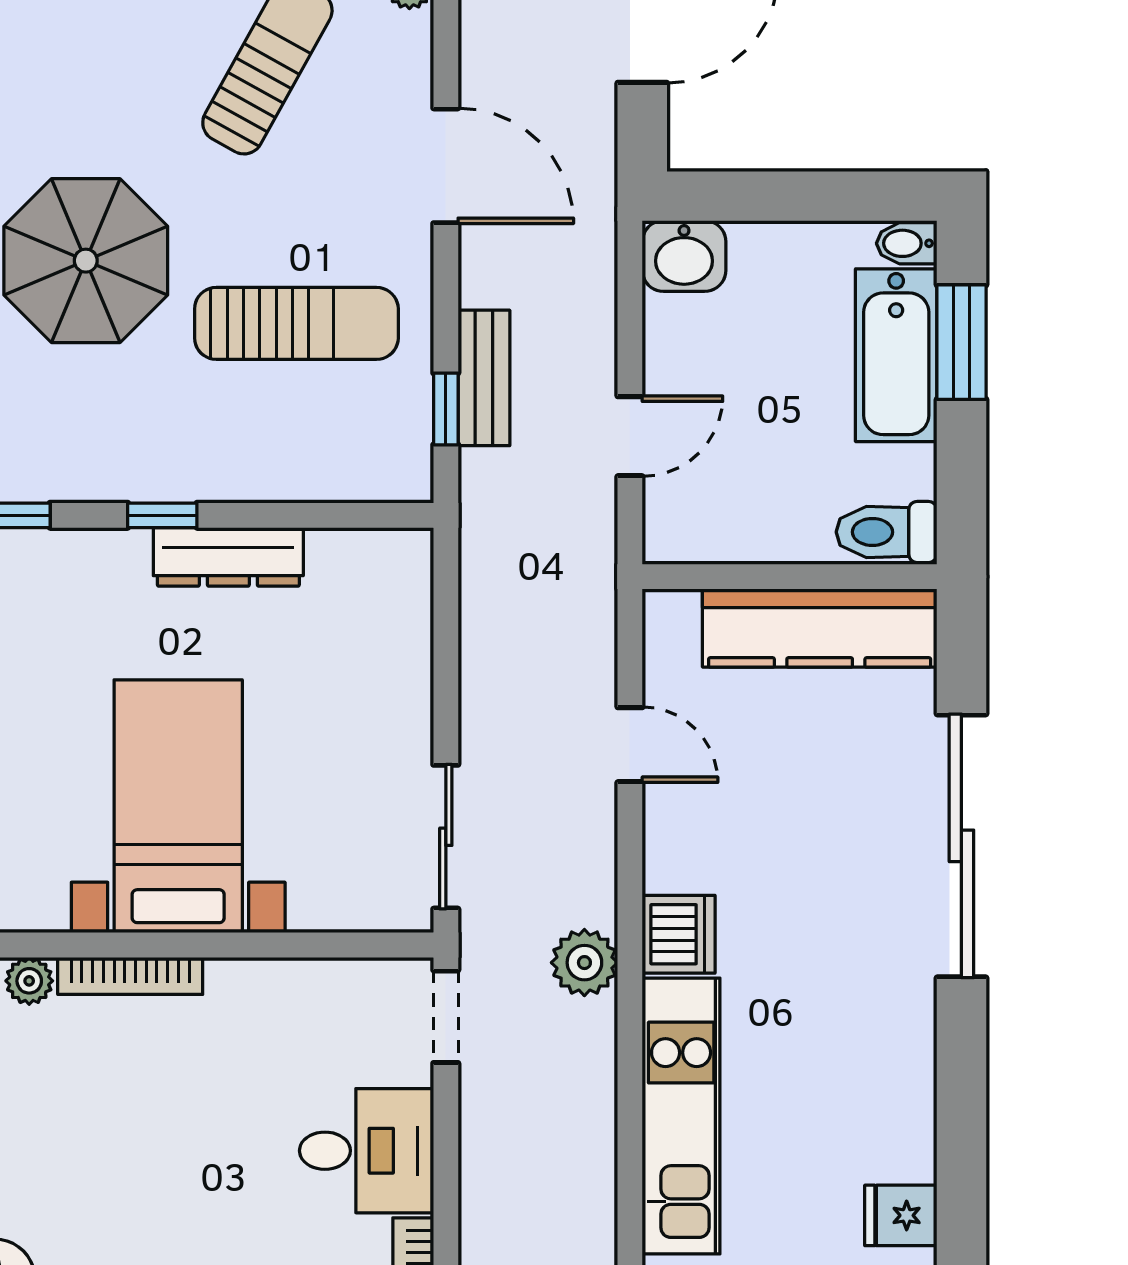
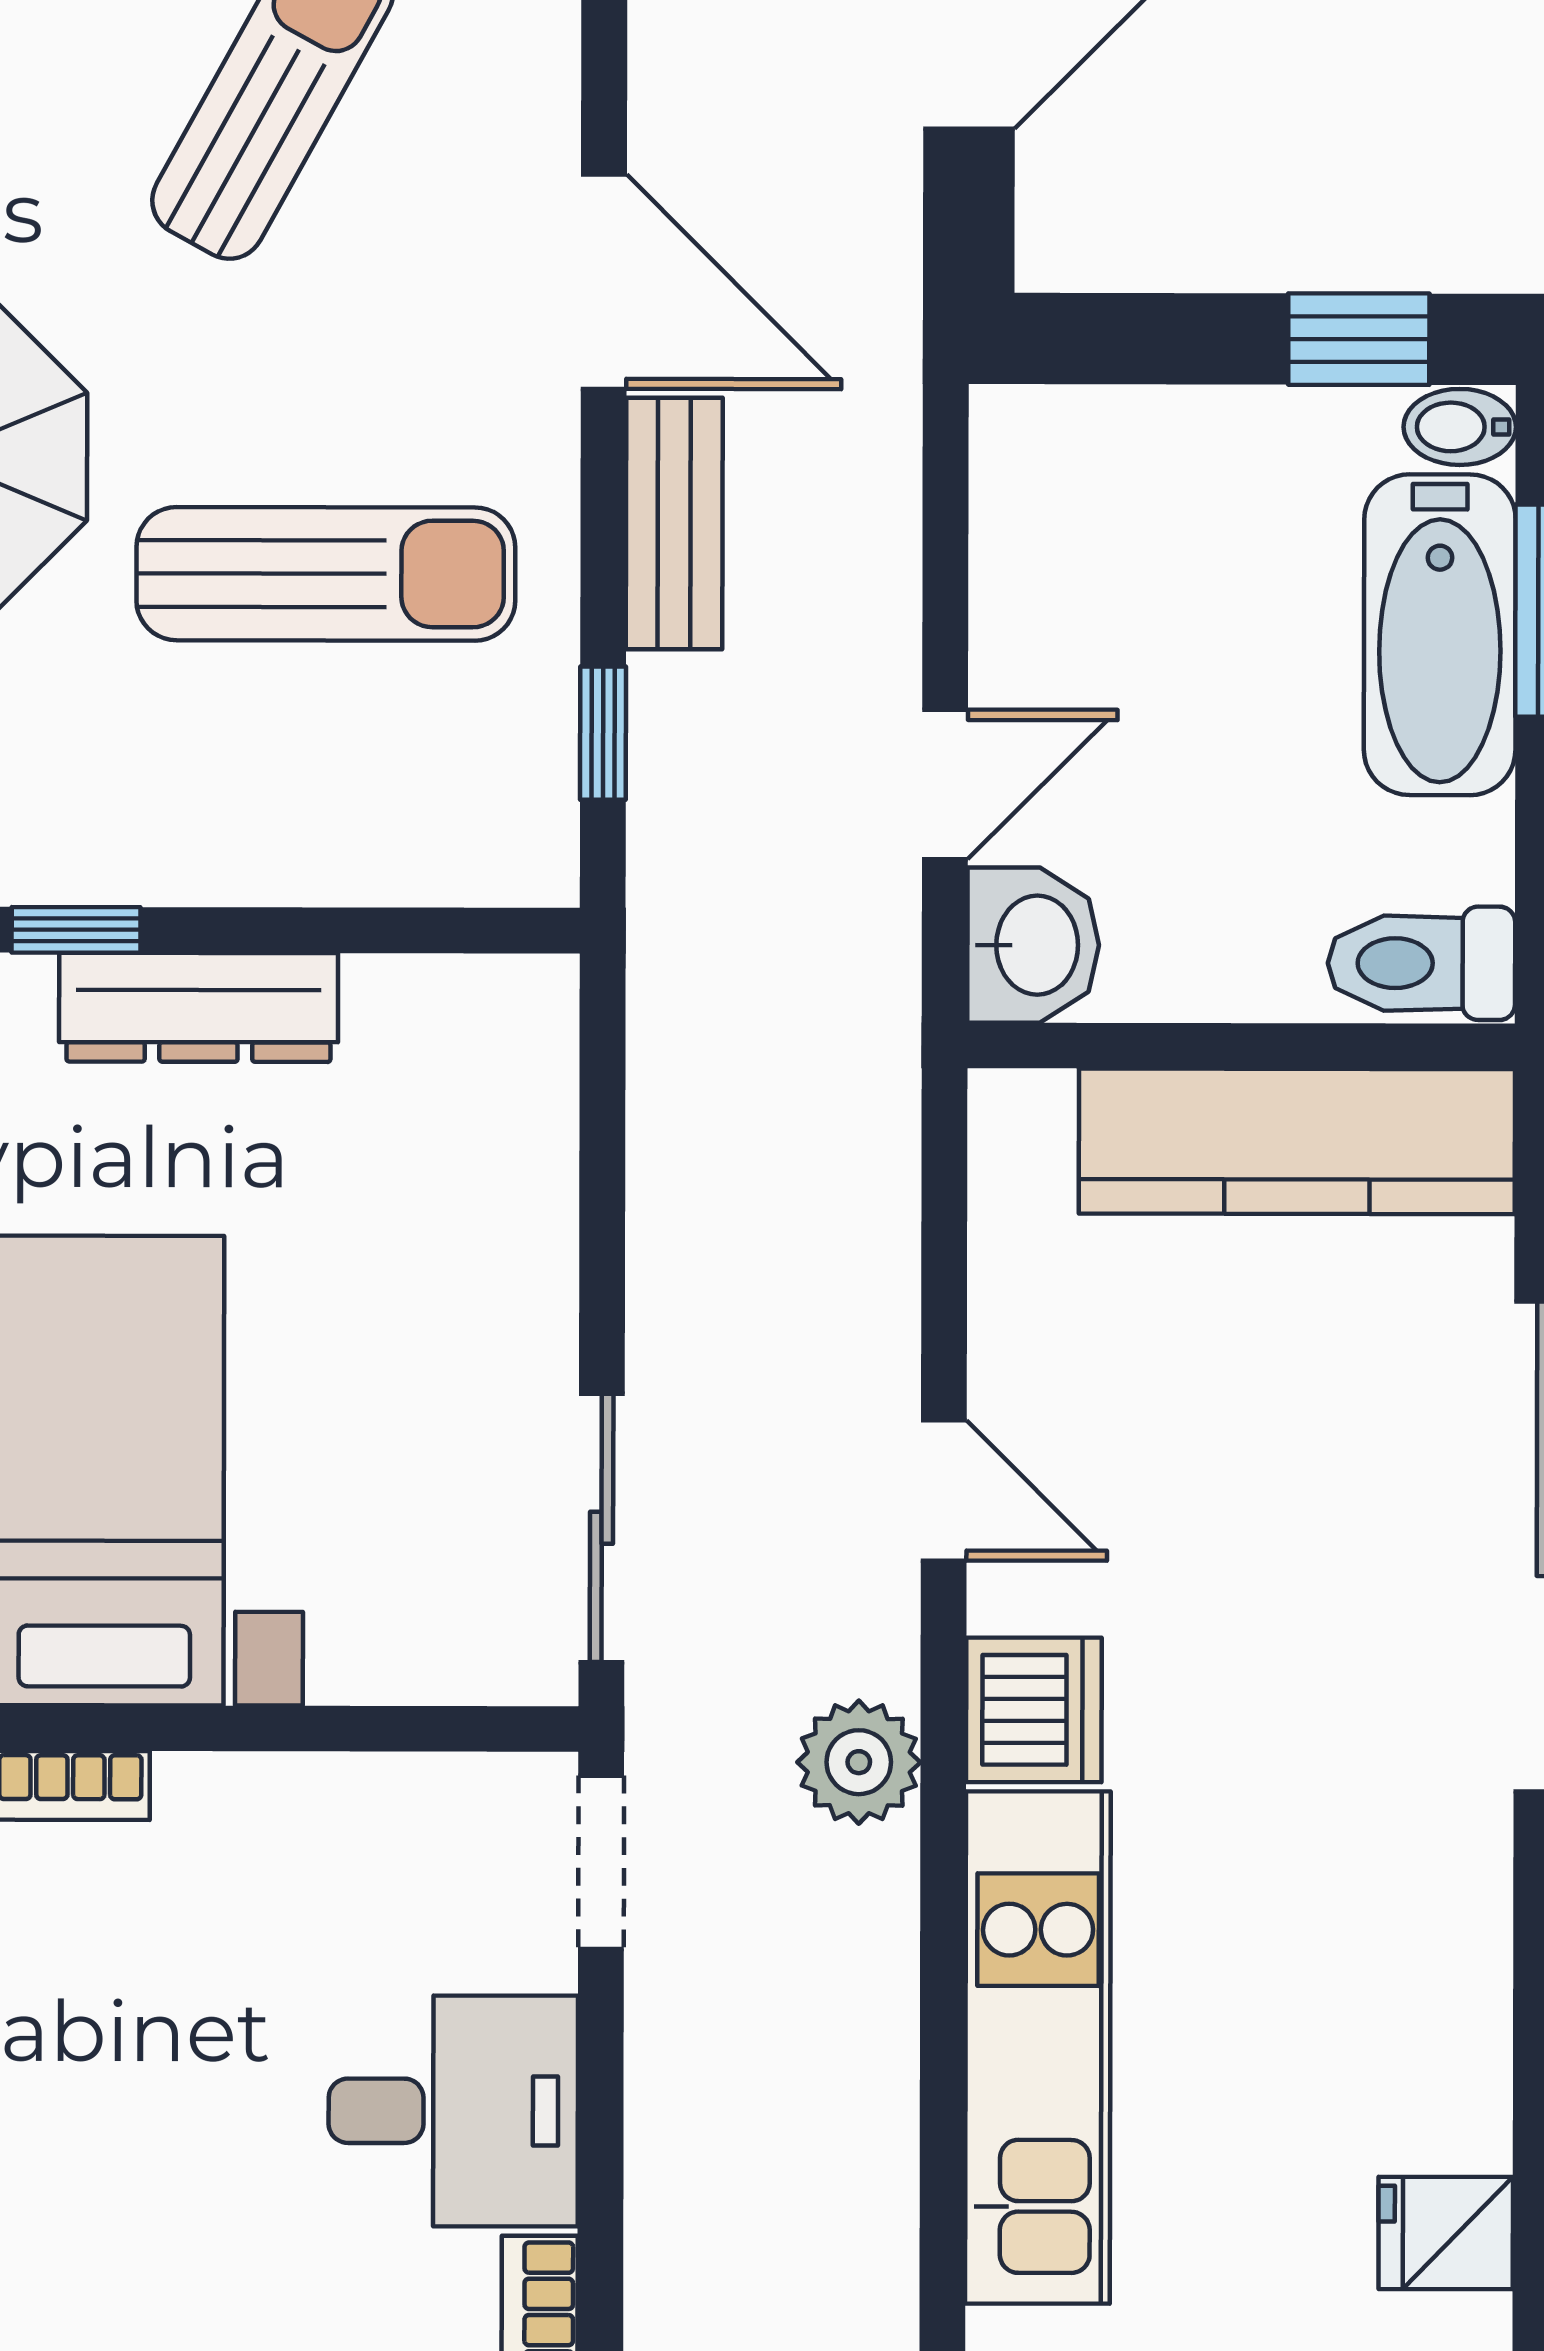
window: (852, 196) -> (1359, 339), added
washbasin: (684, 256) -> (1033, 945), moved, turned -90
bench: (484, 378) -> (674, 524), moved
door: (630, 745) -> (944, 1490), moved

